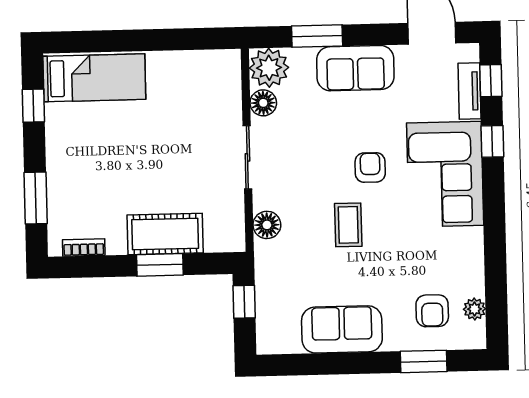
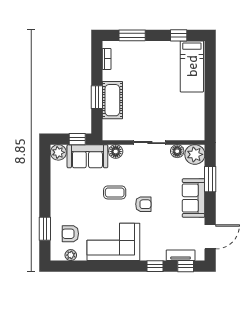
corner sofa: (445, 174) -> (113, 242), moved
sofa: (342, 329) -> (87, 156), moved, turned 90
plant: (272, 339) -> (58, 152), added

